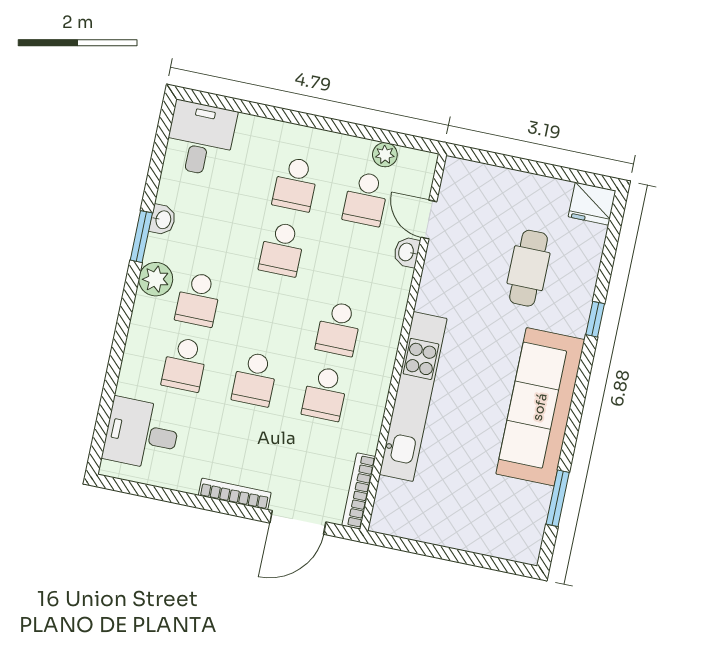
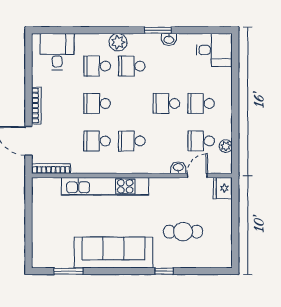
fridge: (592, 204) -> (223, 188), moved
plant: (156, 279) -> (118, 42), moved

